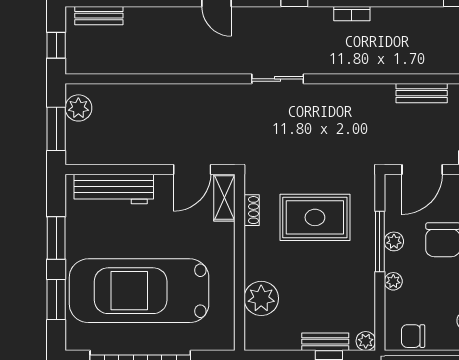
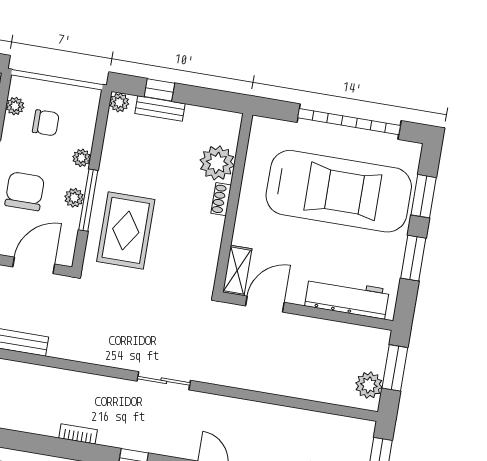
shoe rack: (252, 210) -> (221, 199), moved
rug: (315, 217) -> (126, 230), moved, turned 90
chair: (413, 336) -> (46, 123), moved

